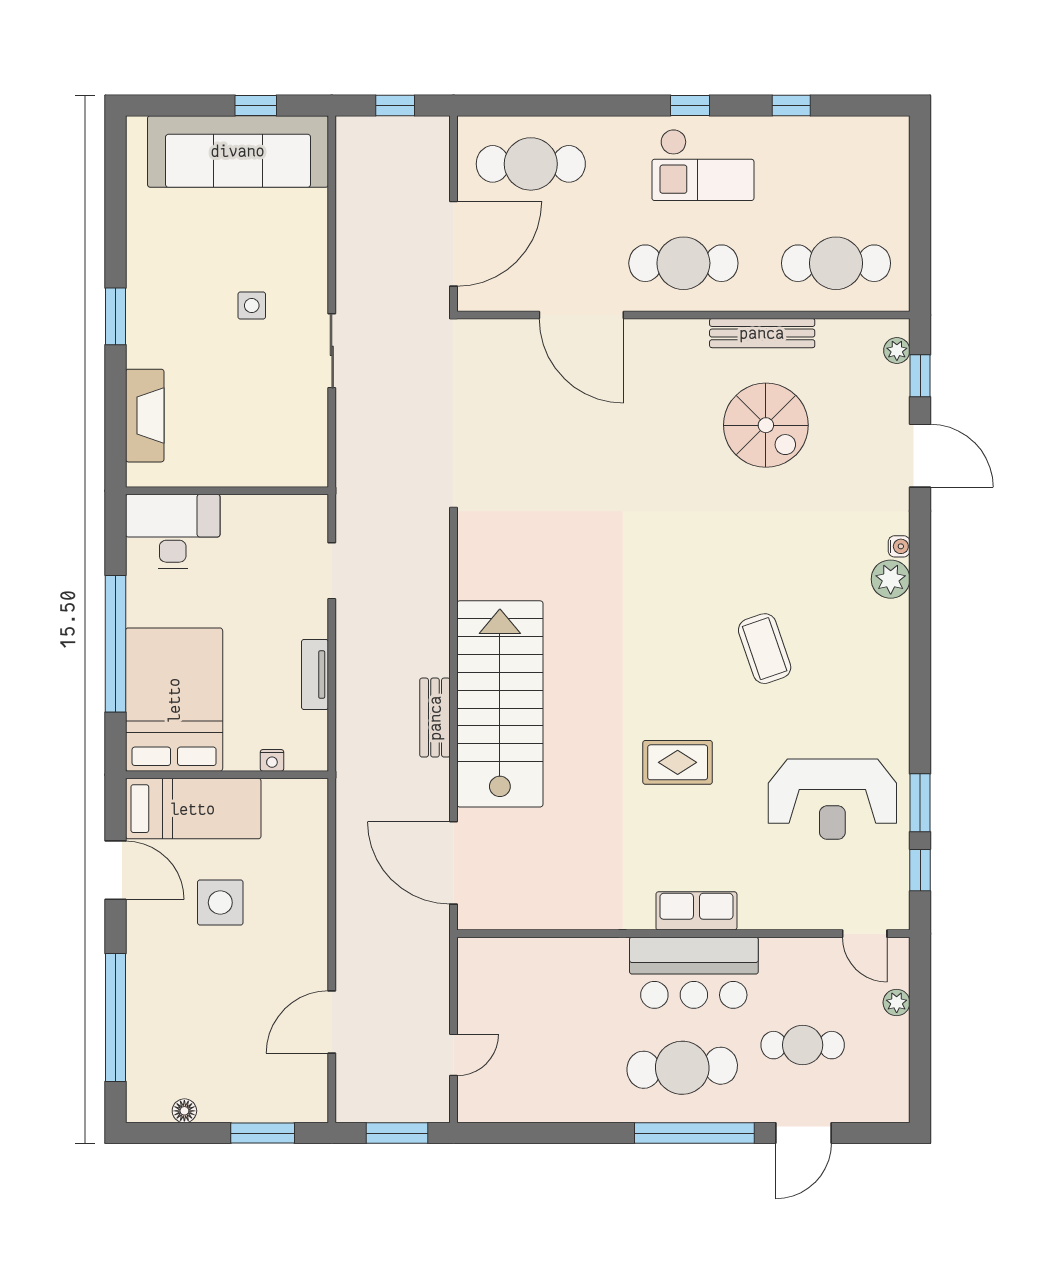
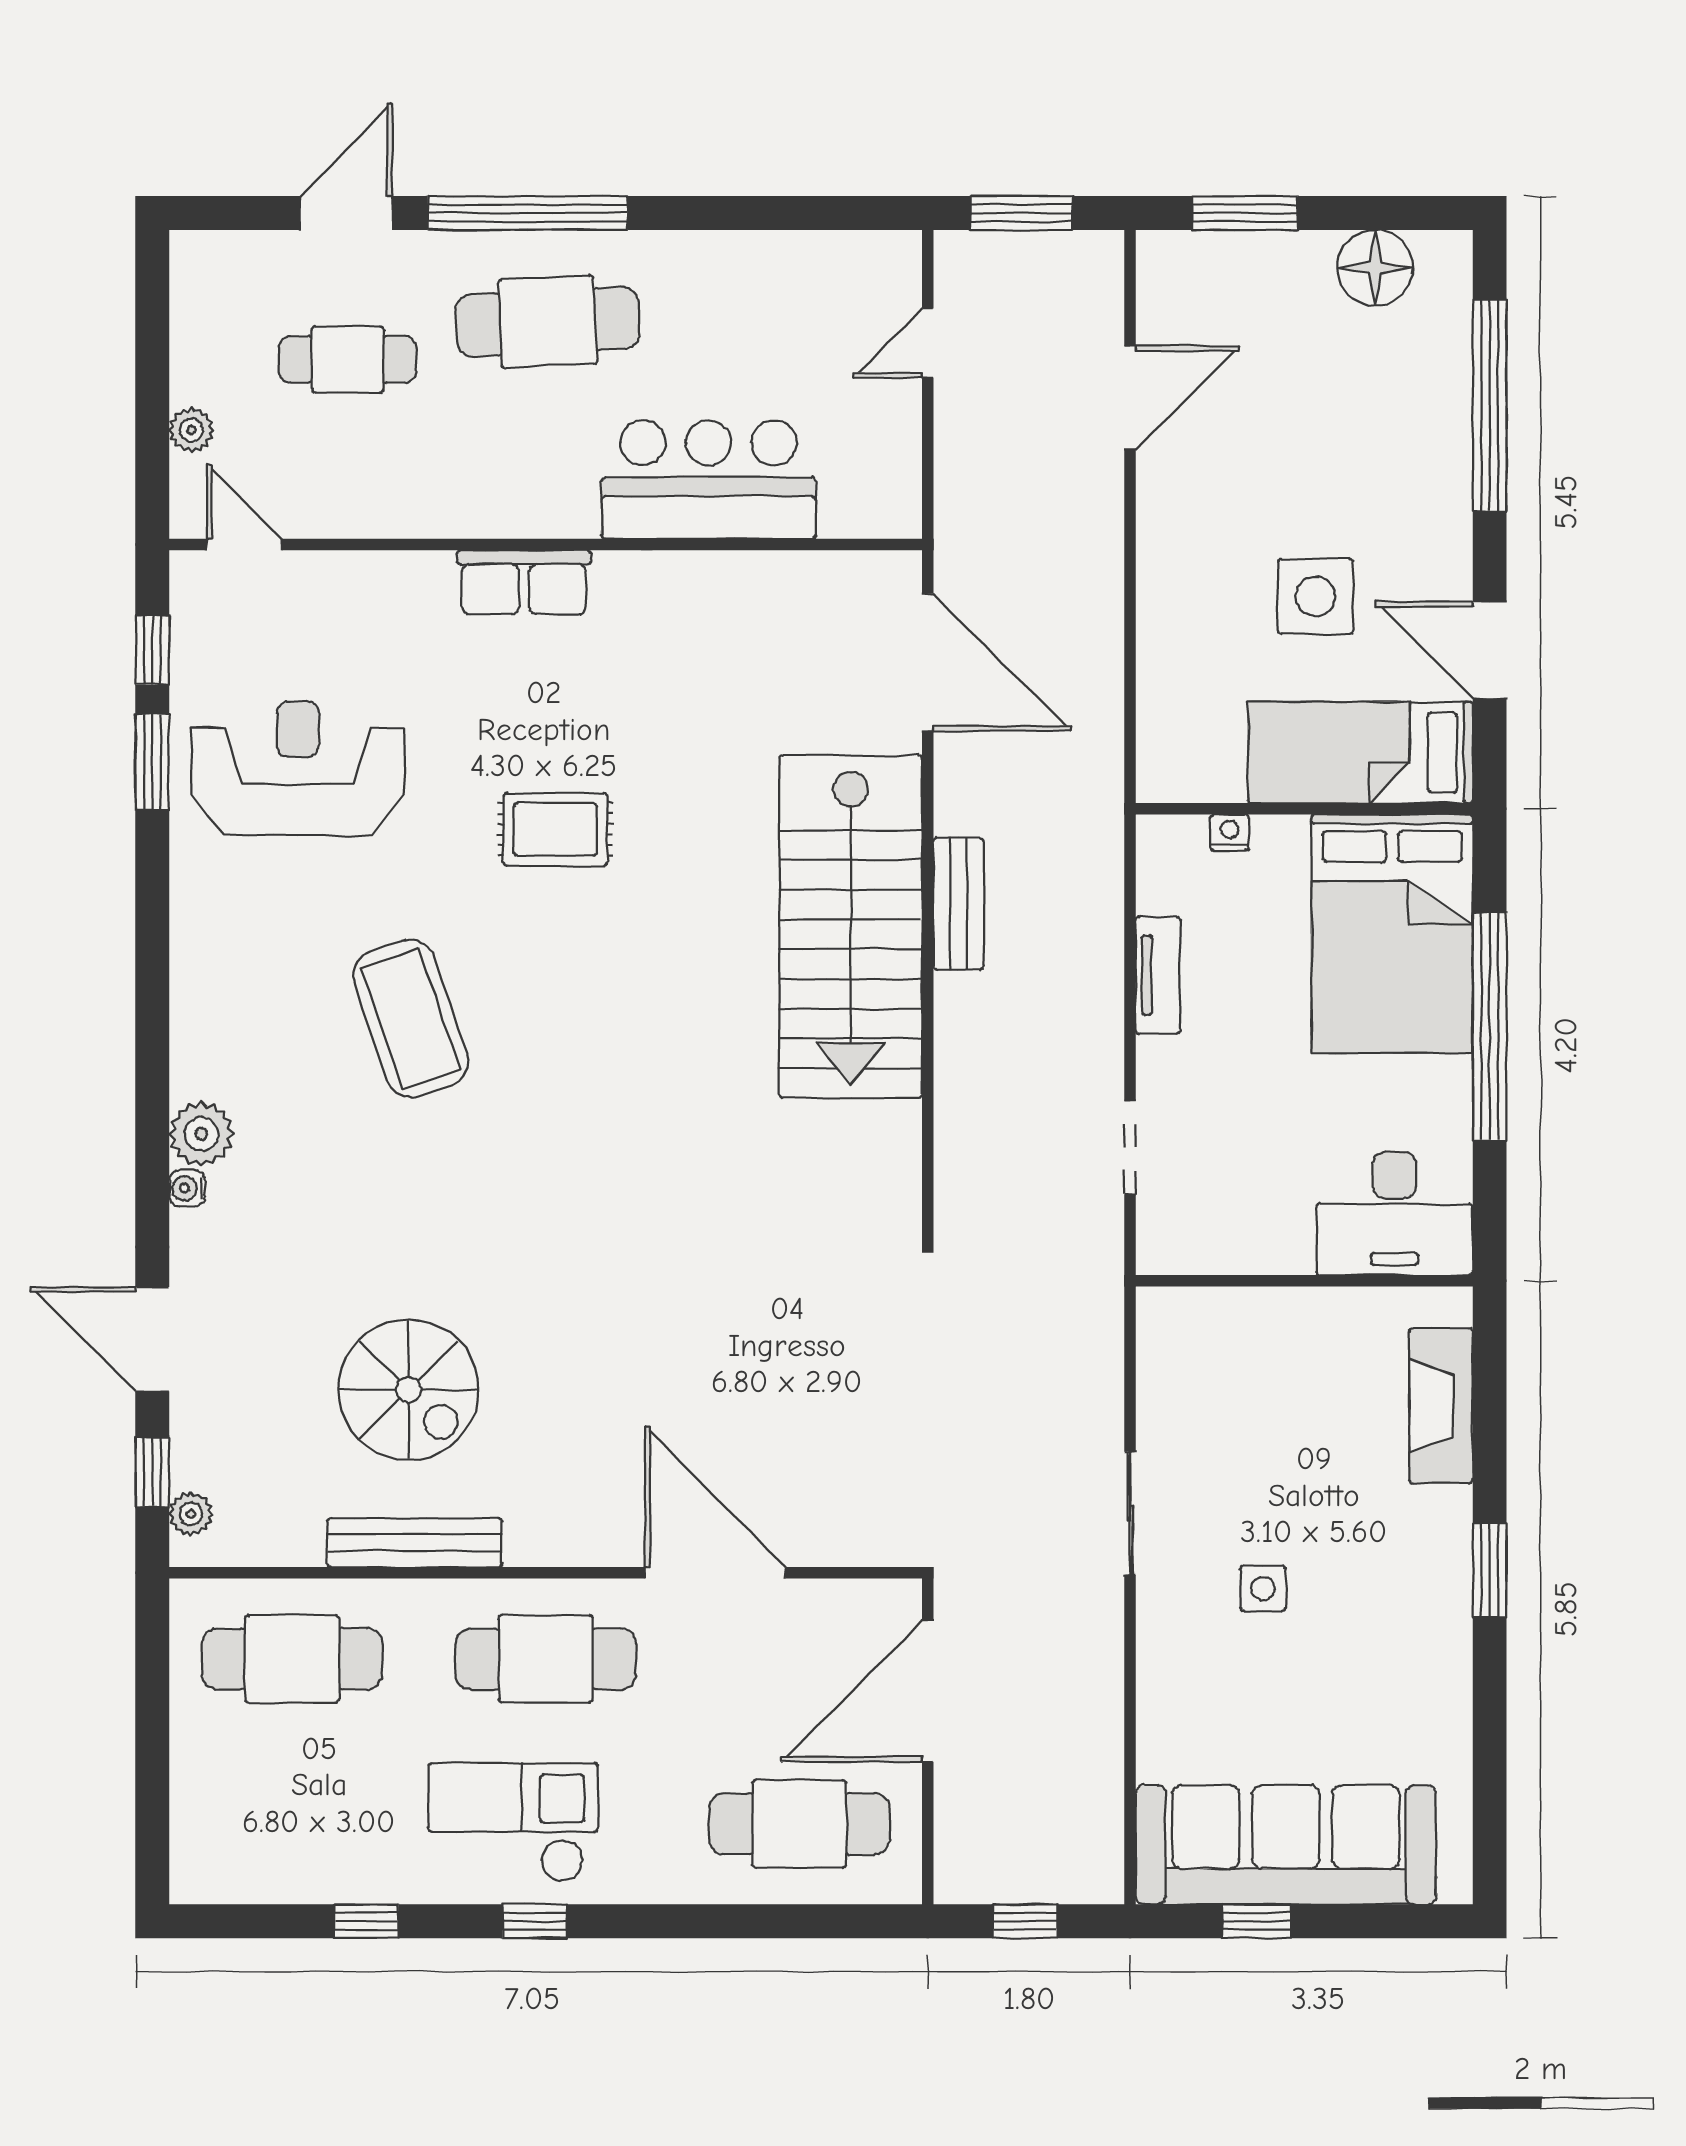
spiral stairs: (766, 425) -> (409, 1390), turned 180
coffee table: (765, 649) -> (411, 1018), width x1.36, depth x1.32
bar counter: (694, 973) -> (709, 480), moved
floor lamp: (184, 1111) -> (1375, 268), width x1.89, depth x1.89

